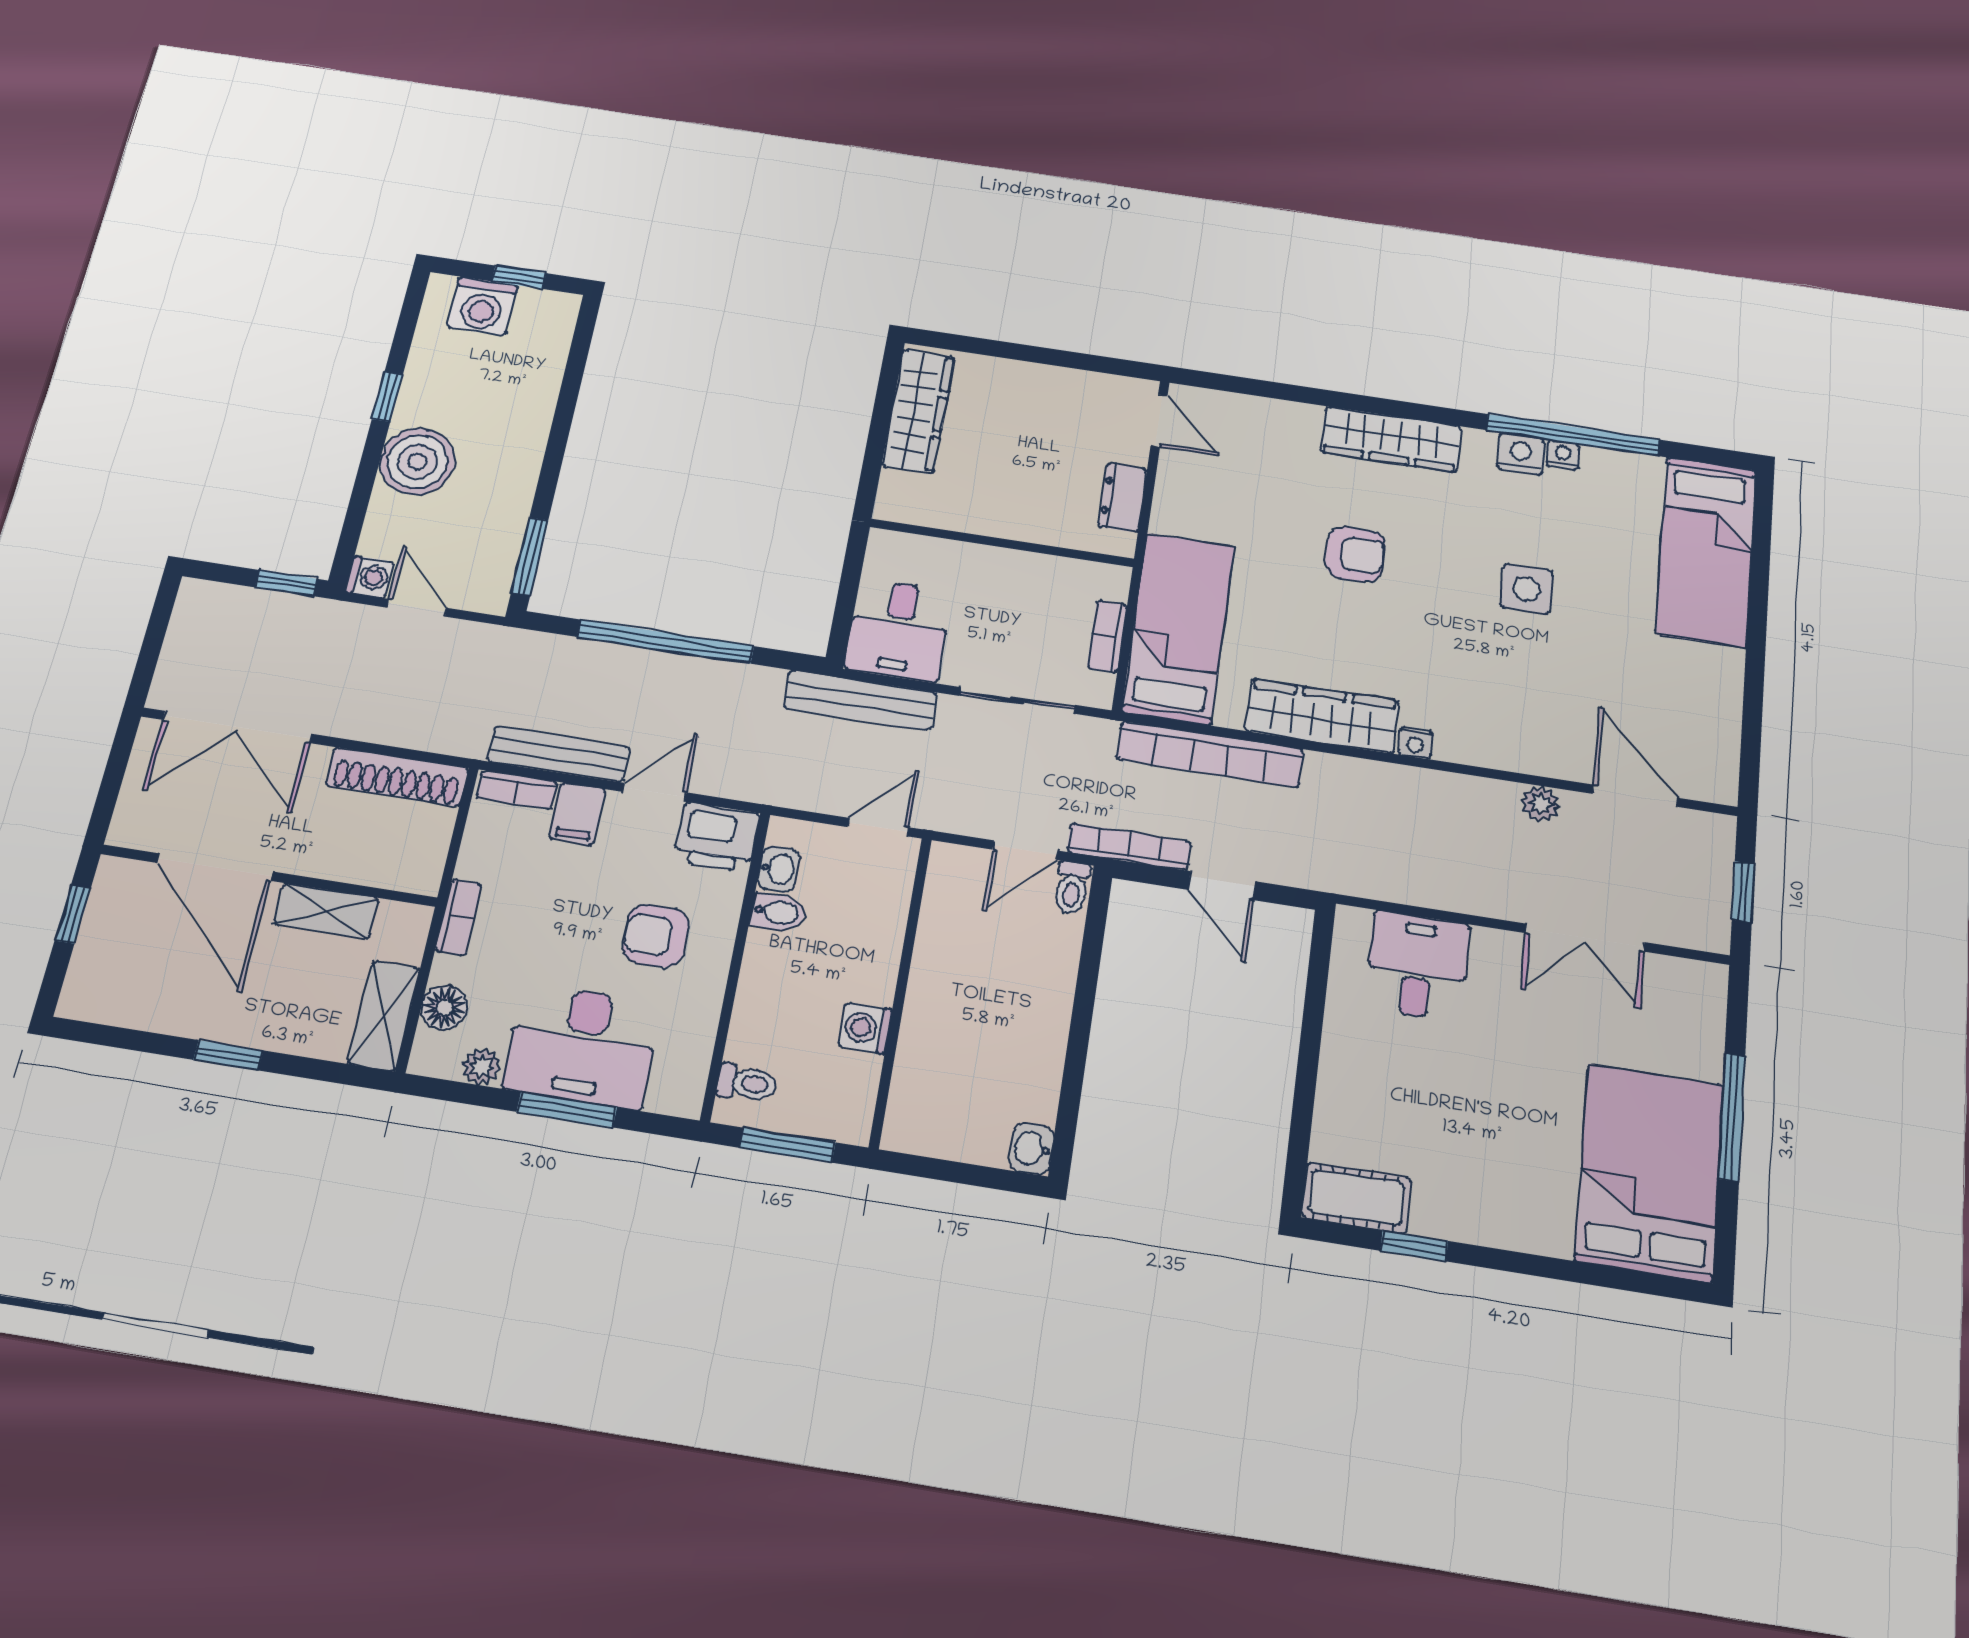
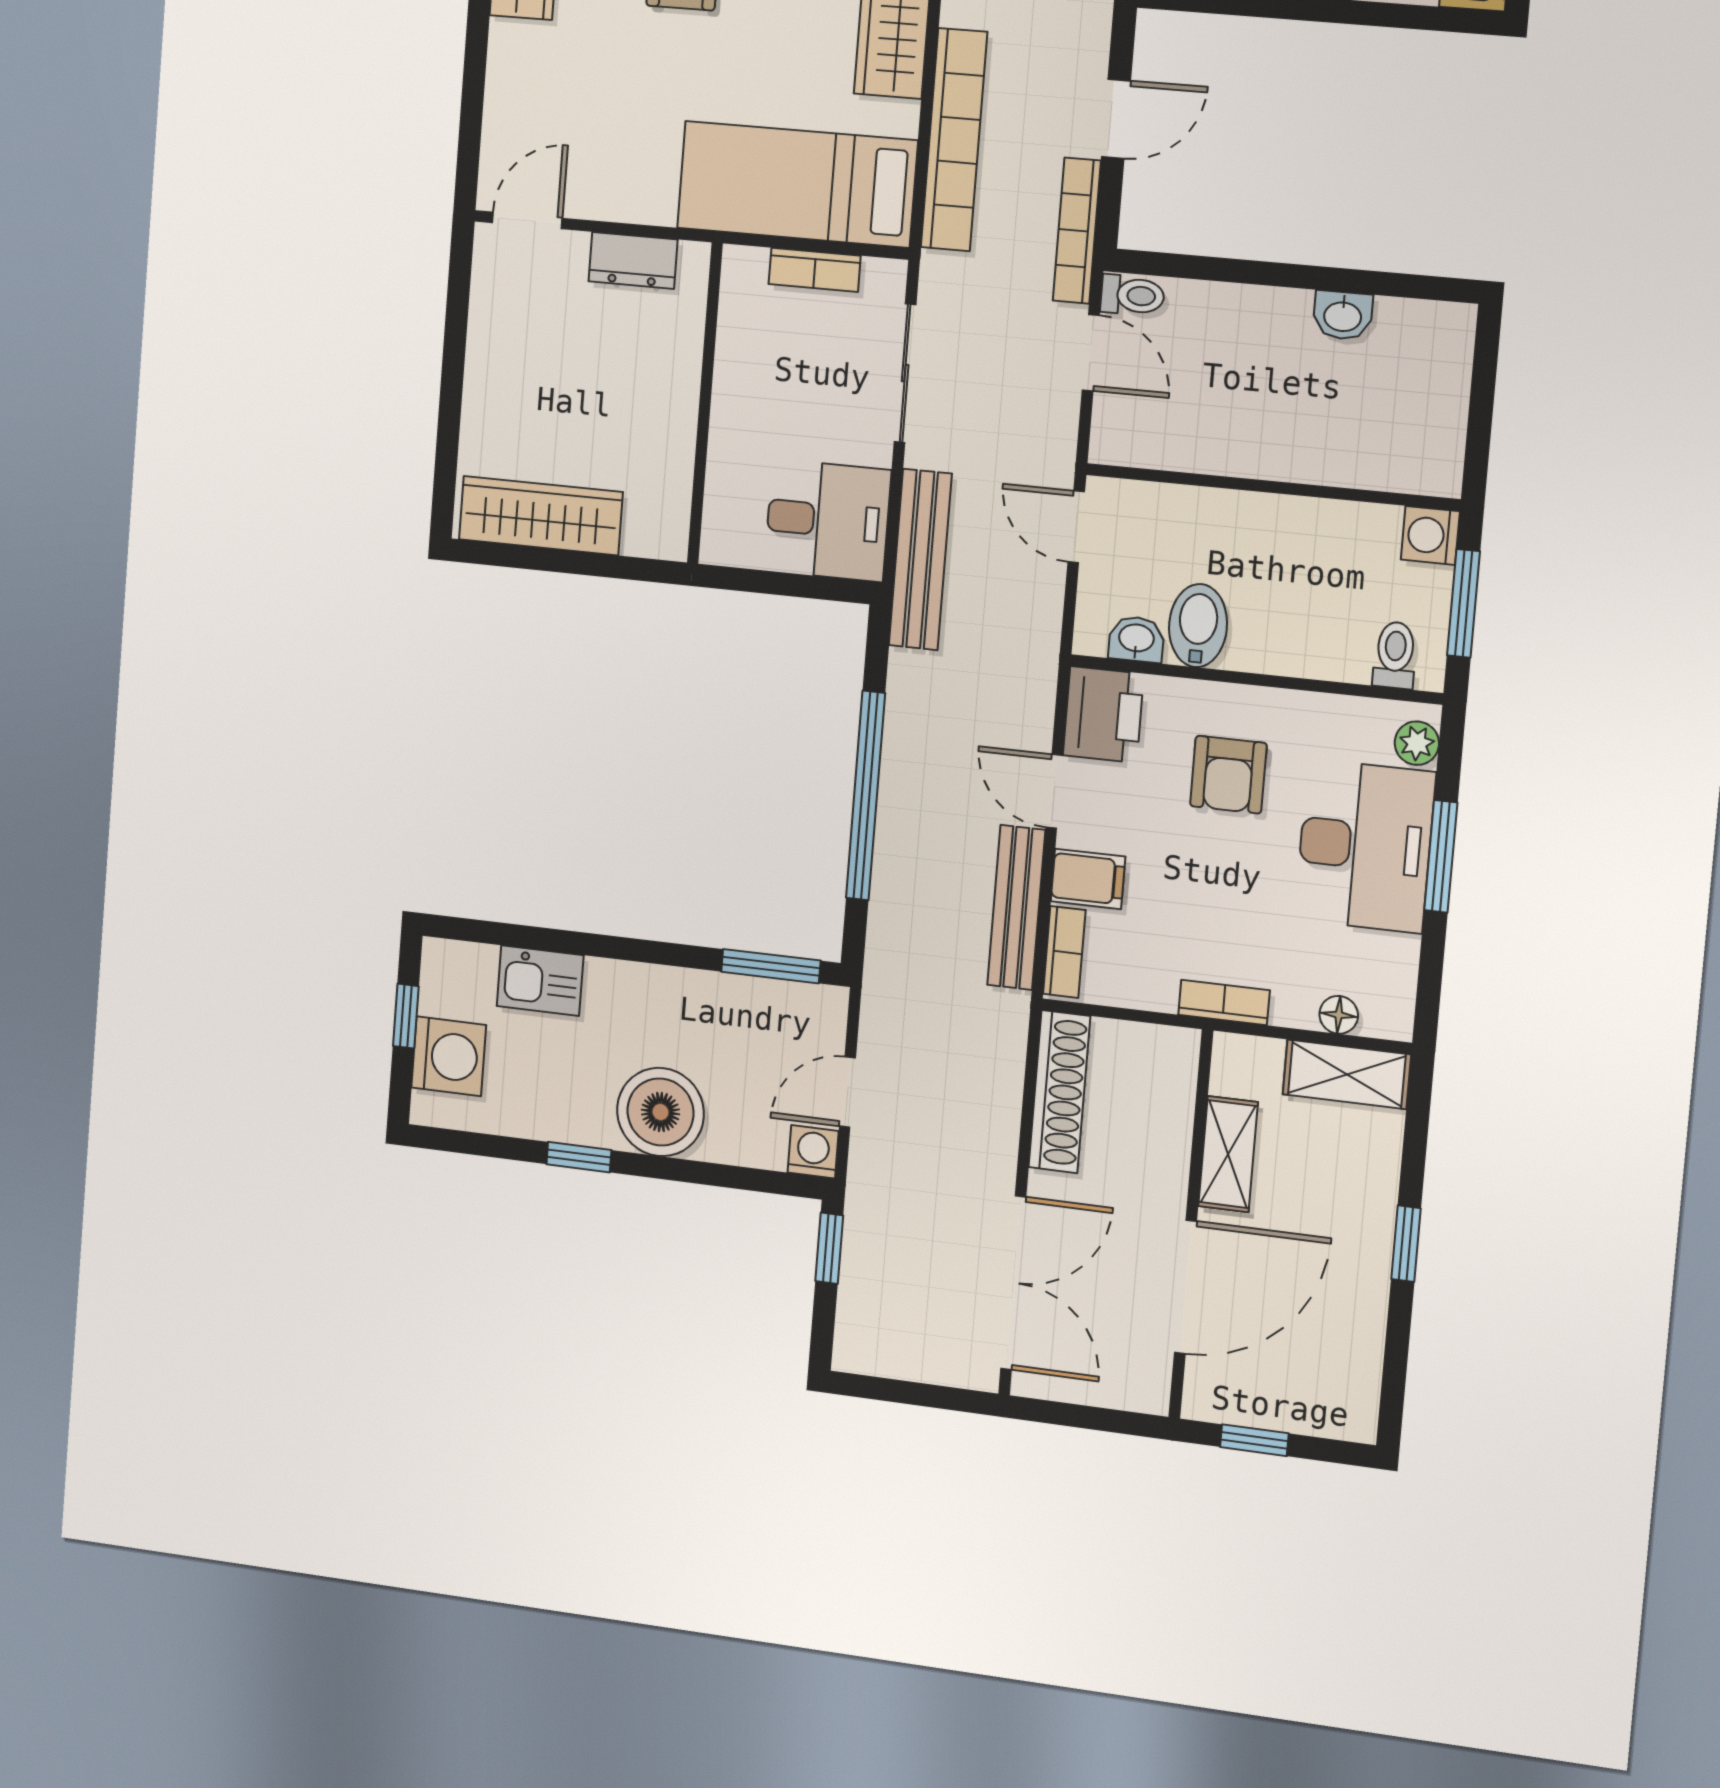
kitchen sink: (537, 379) -> (540, 981), added
bidet: (778, 912) -> (1198, 626), width x1.38, depth x1.36
floor lamp: (444, 1008) -> (1339, 1015), width x0.73, depth x0.73
washing machine: (865, 1028) -> (1430, 535), moved, turned 90
plant: (481, 1066) -> (1417, 743), moved
washbasin: (1032, 1149) -> (1343, 315), moved

